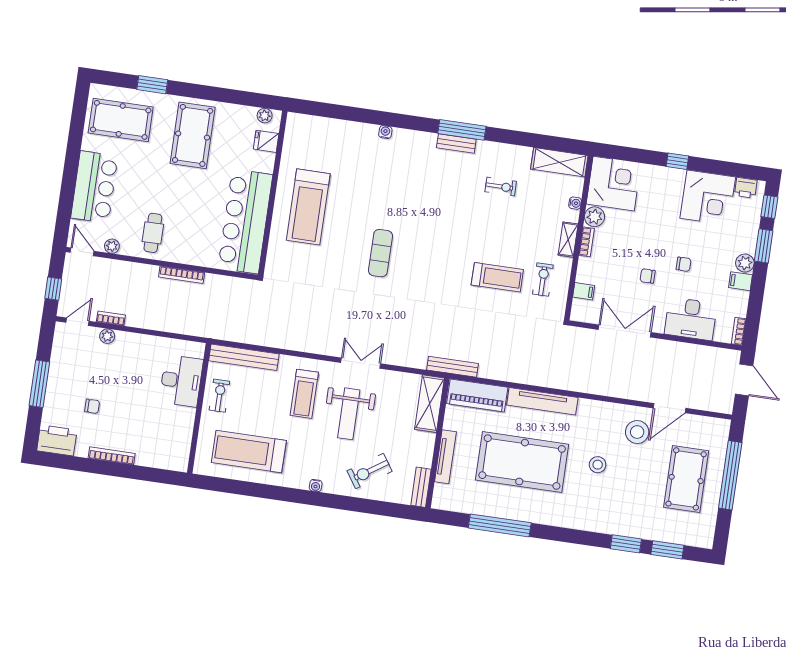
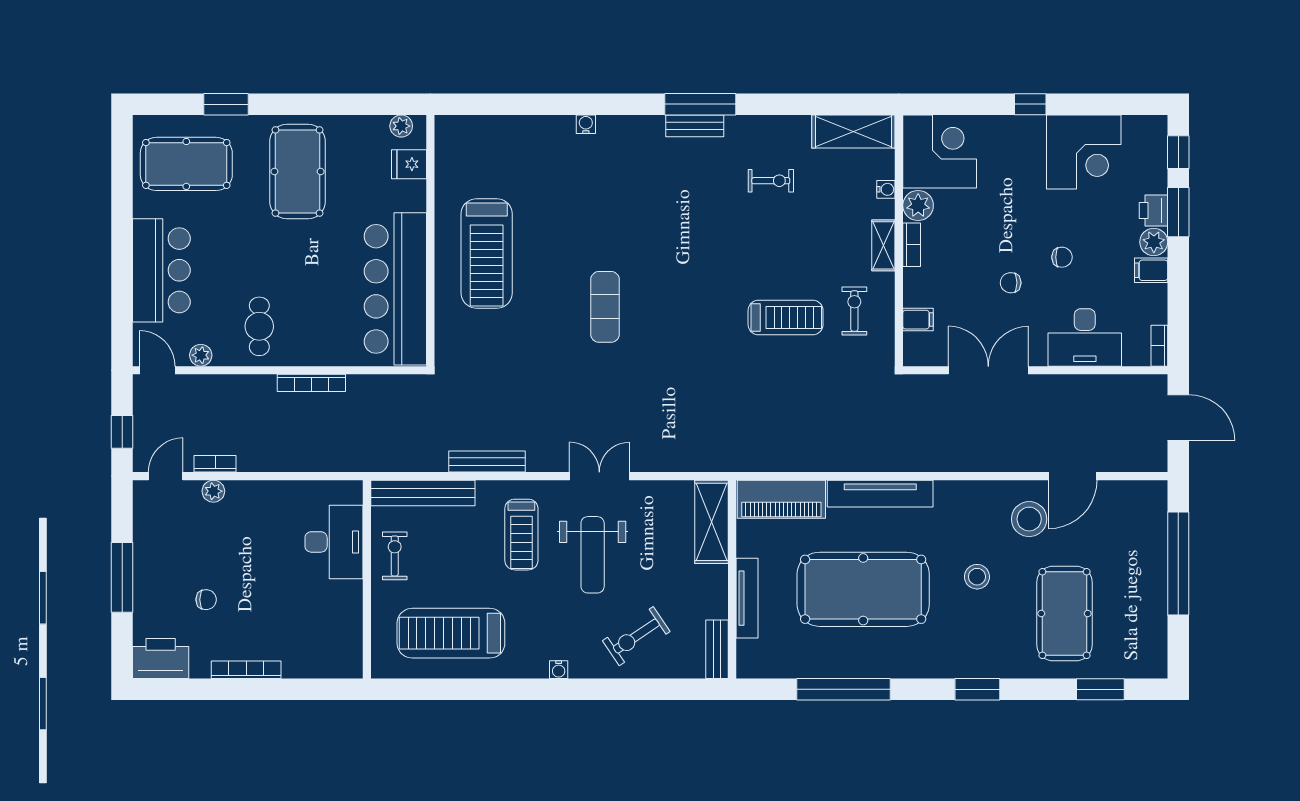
printer: (746, 188) -> (1153, 210), moved, turned 90
bench: (453, 367) -> (487, 461), moved
pool table: (686, 479) -> (1064, 614), moved
window: (626, 544) -> (977, 689), moved

